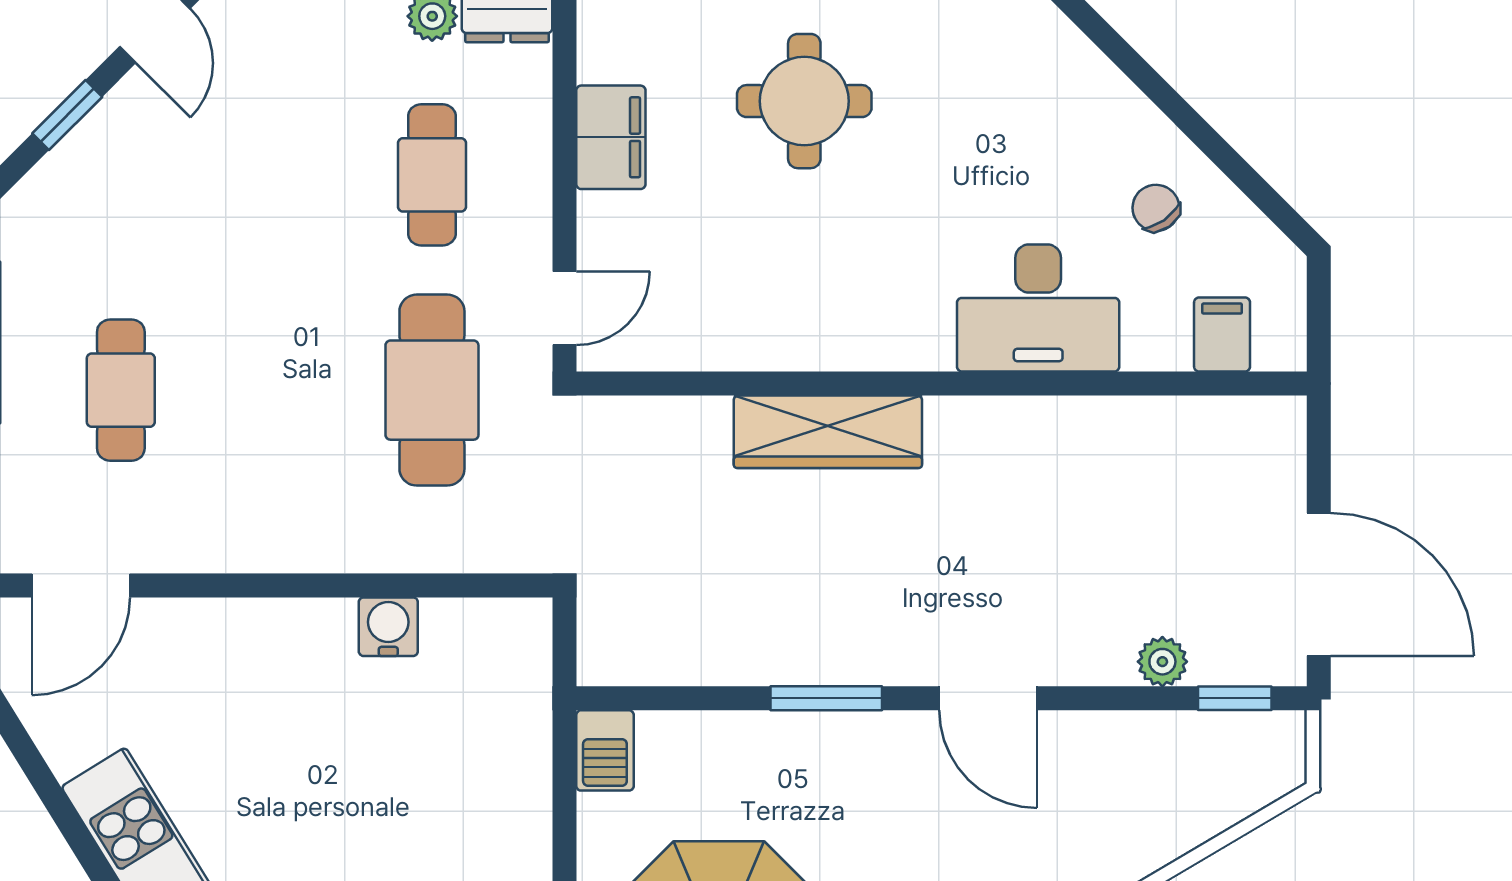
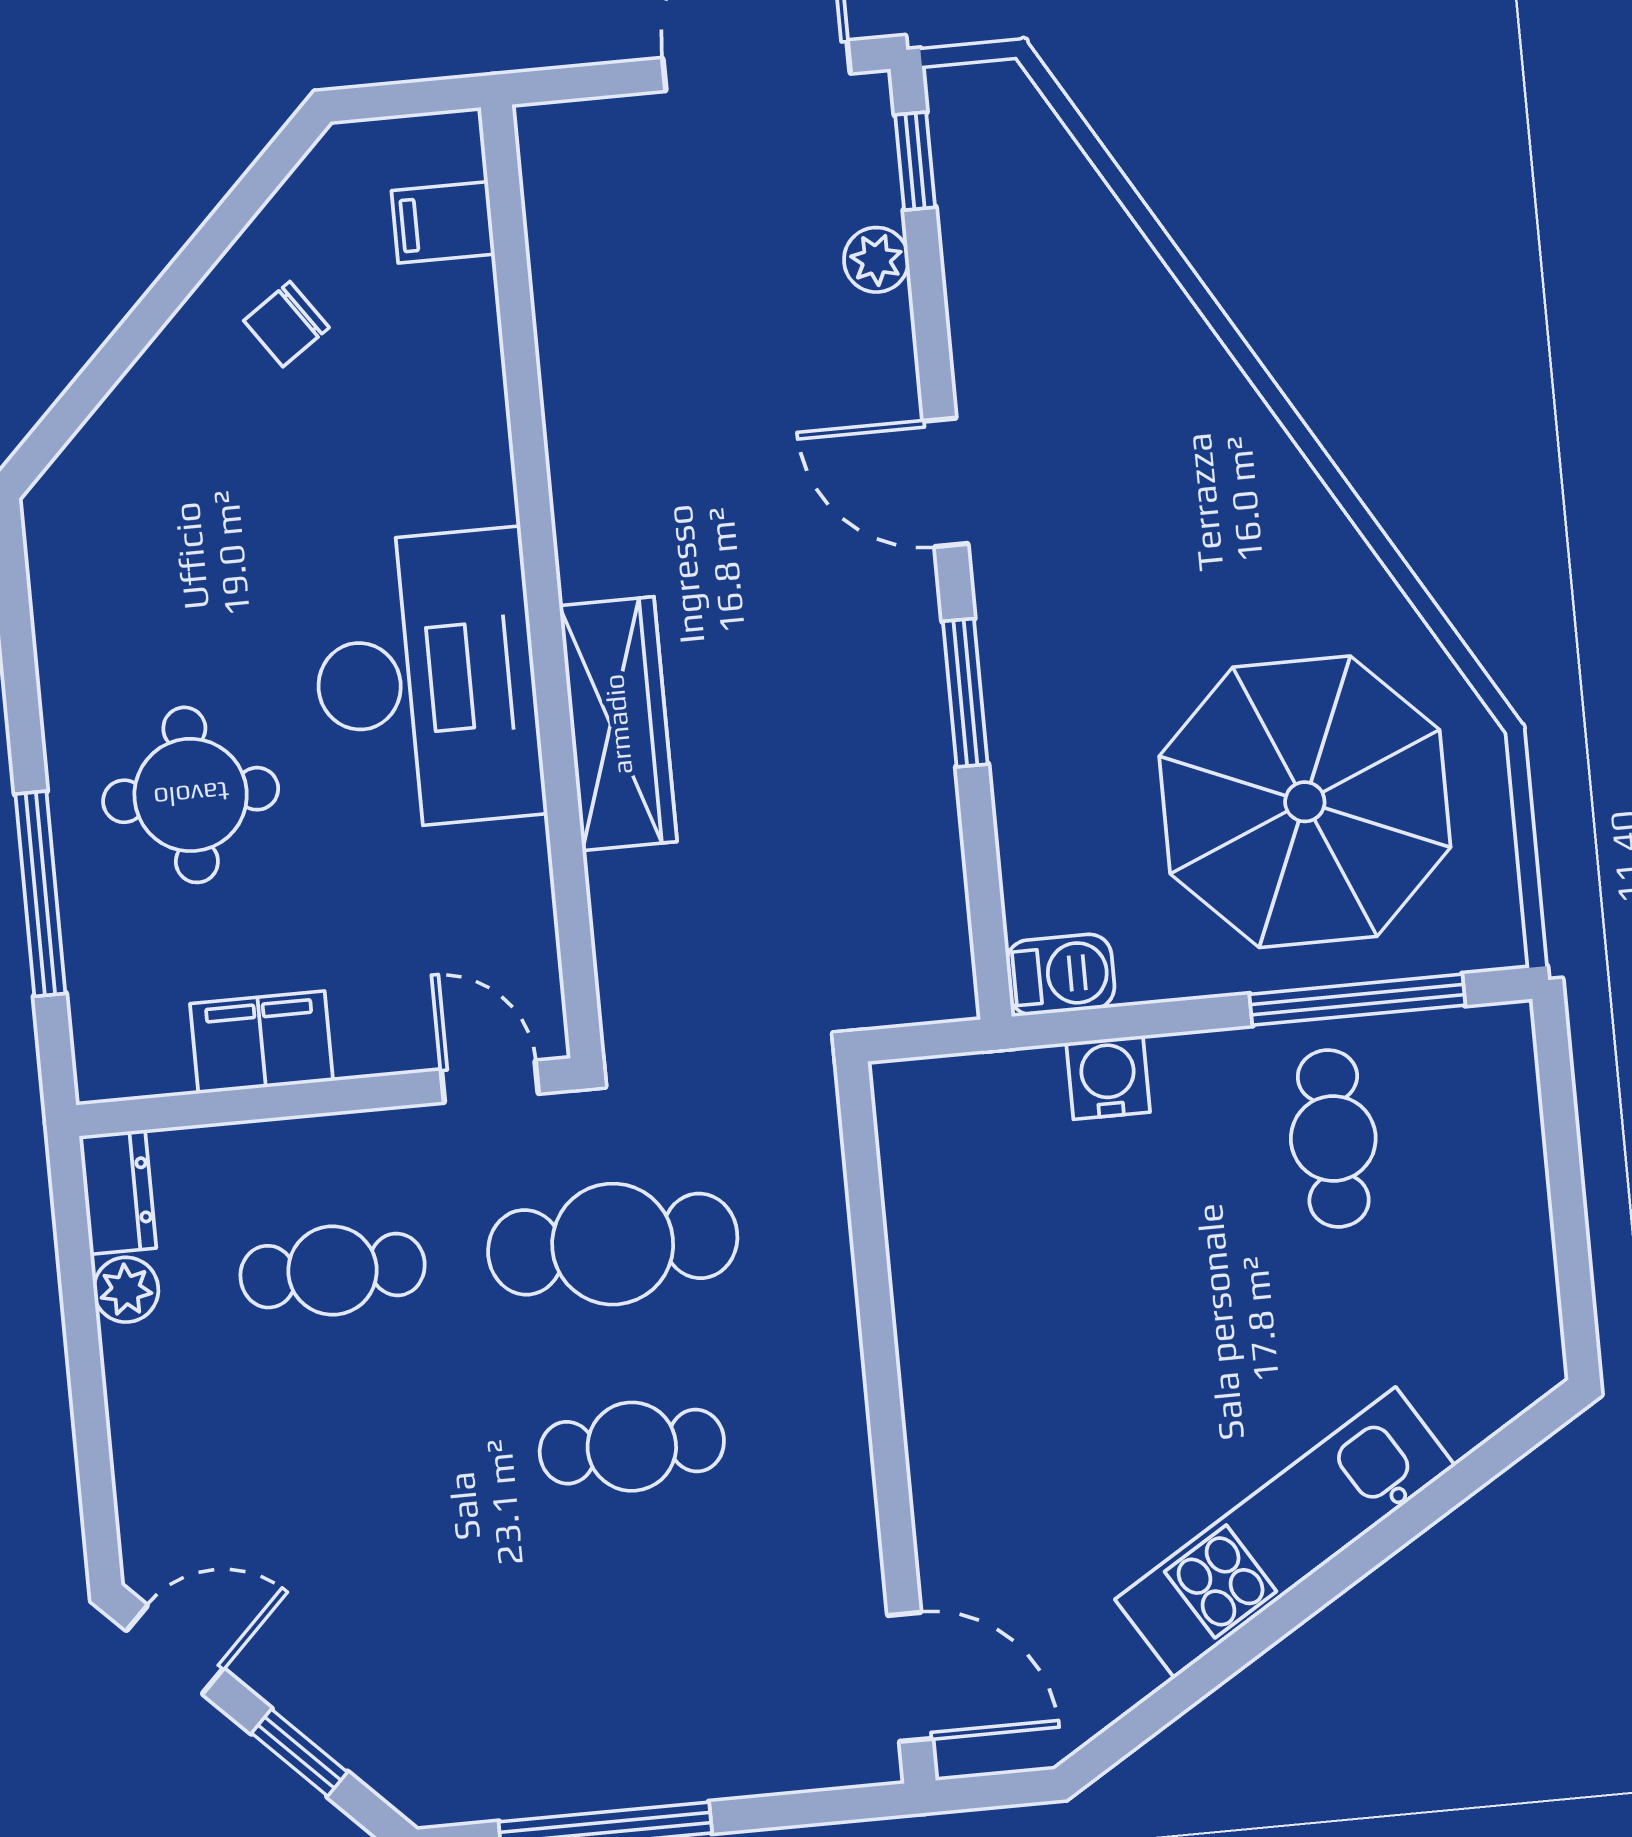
desk: (1038, 308) -> (426, 680), moved, width x1.36, depth x1.30
cafe table: (121, 390) -> (632, 1447), moved
water cooler: (388, 627) -> (1108, 1077), moved, turned 90
door: (988, 698) -> (945, 482), swing flipped

